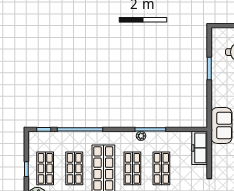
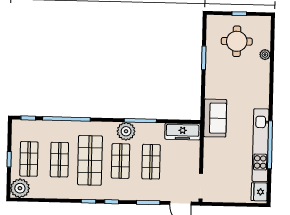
plant: (141, 136) -> (126, 131), width x1.88, depth x1.88
freezer: (200, 148) -> (183, 132), moved, turned -90

